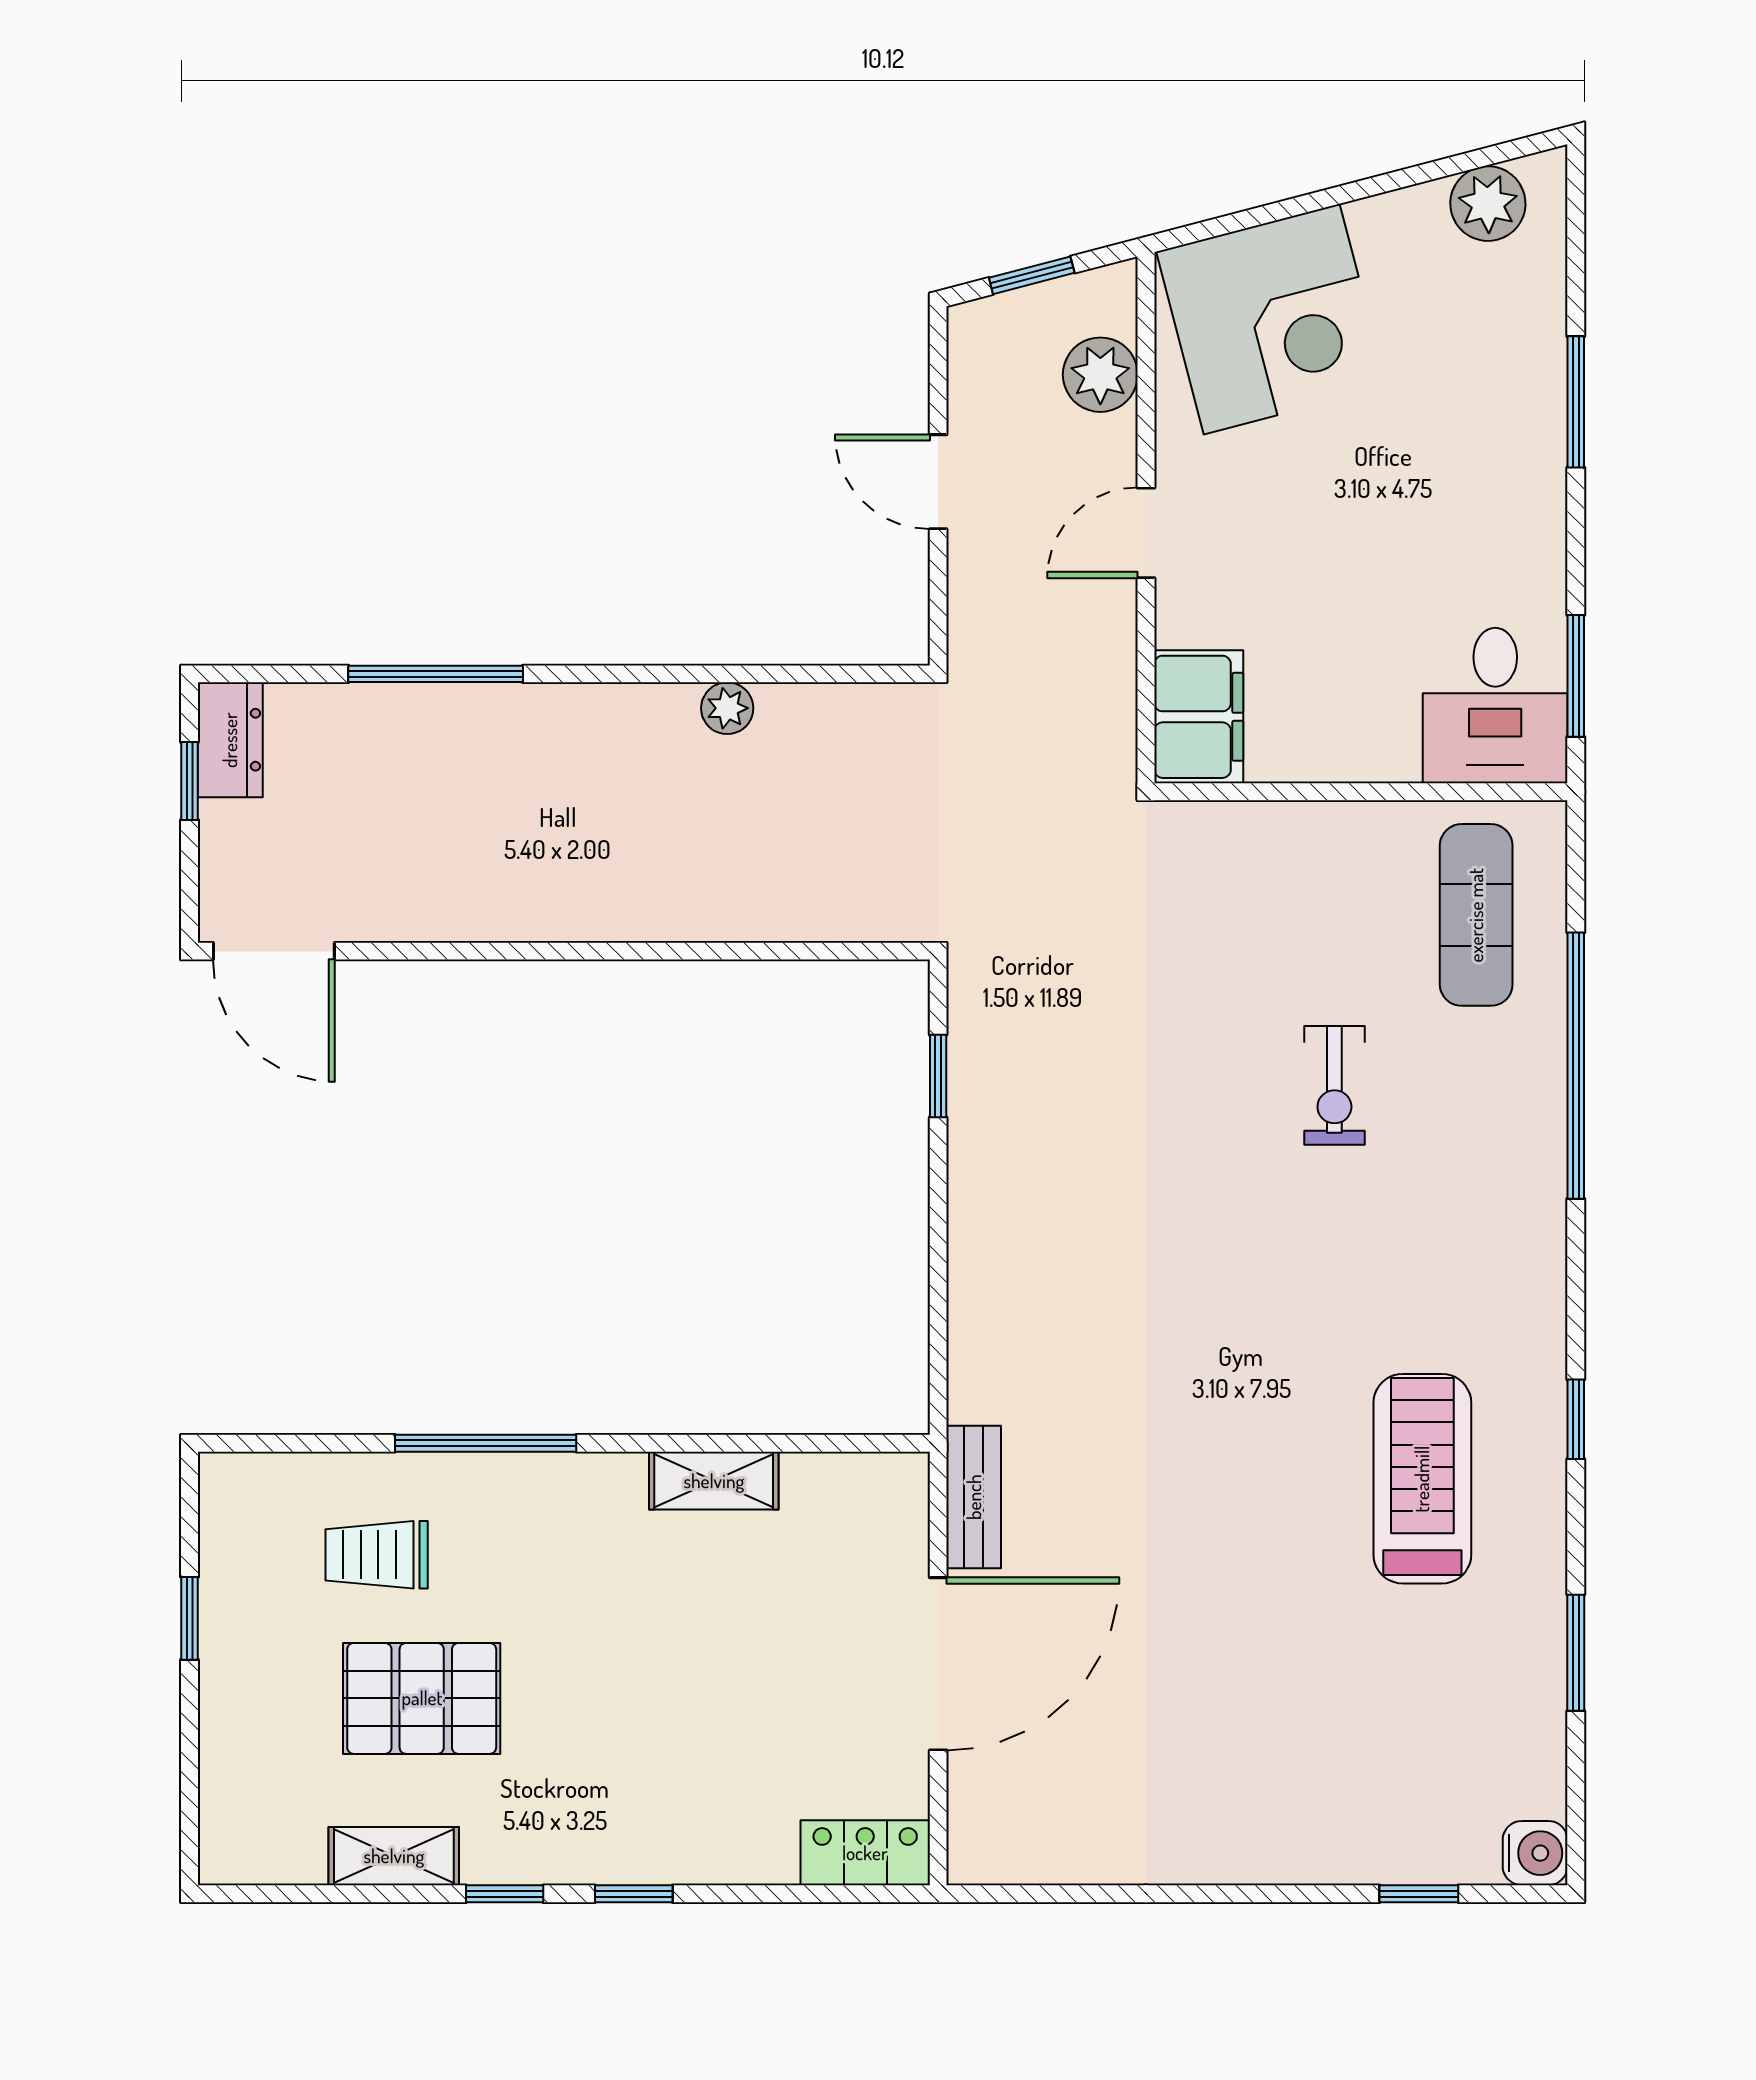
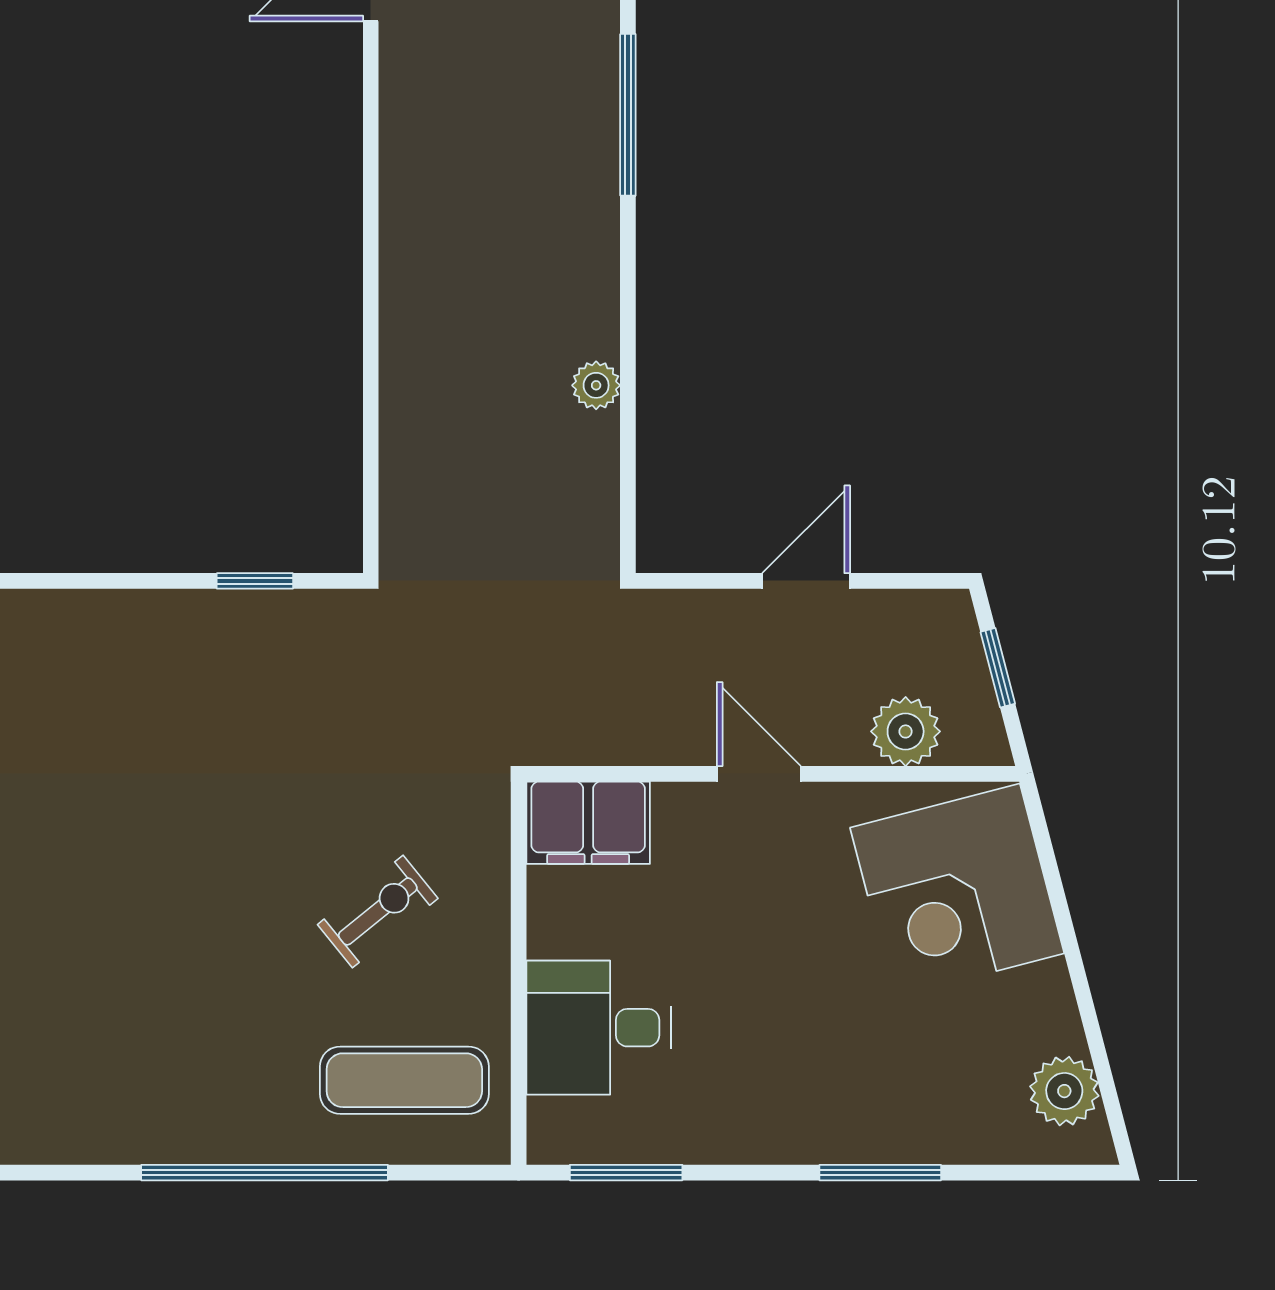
desk: (1495, 706) -> (599, 1028), moved
exercise bike: (1334, 1085) -> (378, 911), moved, turned 141

